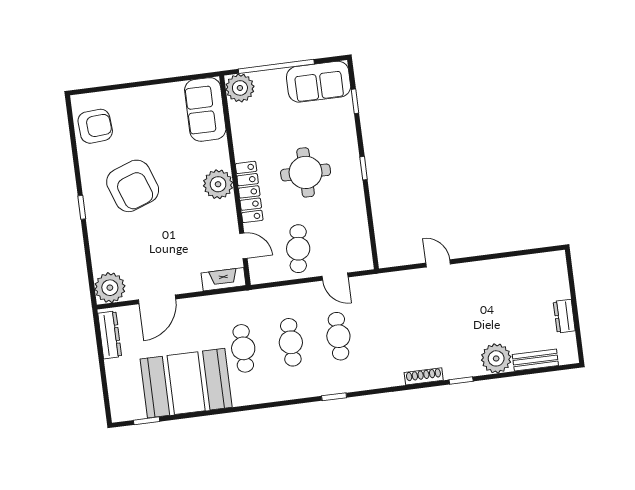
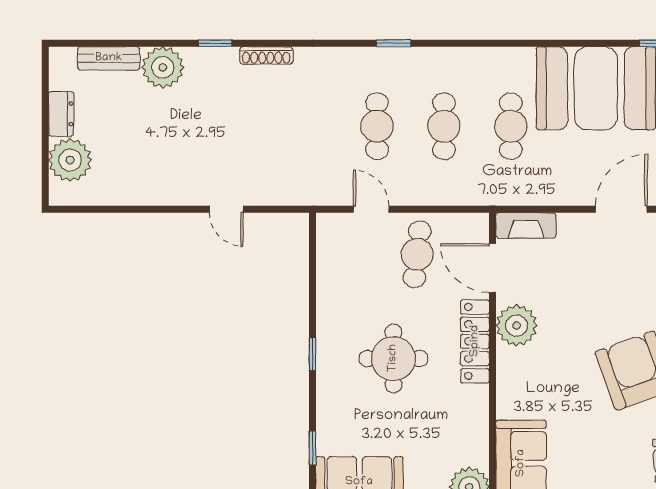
plant: (218, 184) -> (517, 326), moved
door: (243, 246) -> (492, 268), width x1.38
plant: (554, 284) -> (70, 160), added

